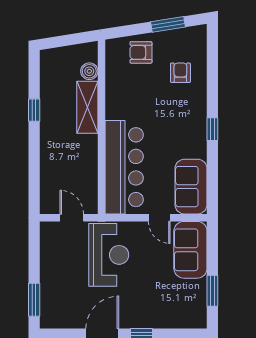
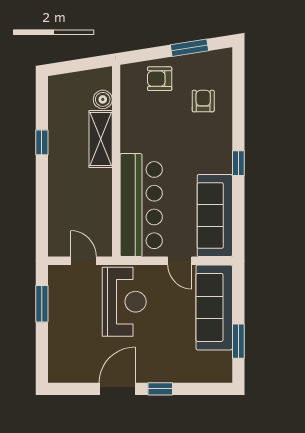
sofa: (191, 187) -> (215, 216), width x1.36
sofa: (190, 250) -> (214, 307), width x1.36
window: (34, 300) -> (42, 304), moved

